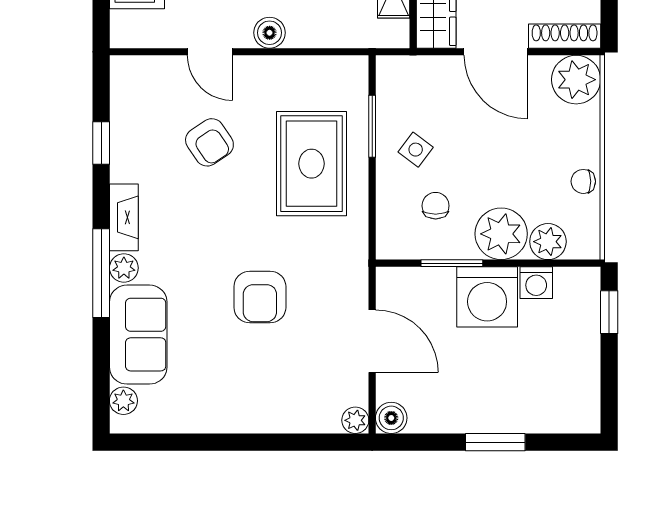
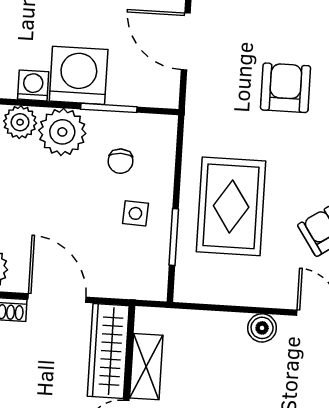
side table: (416, 150) -> (135, 213), turned -34

